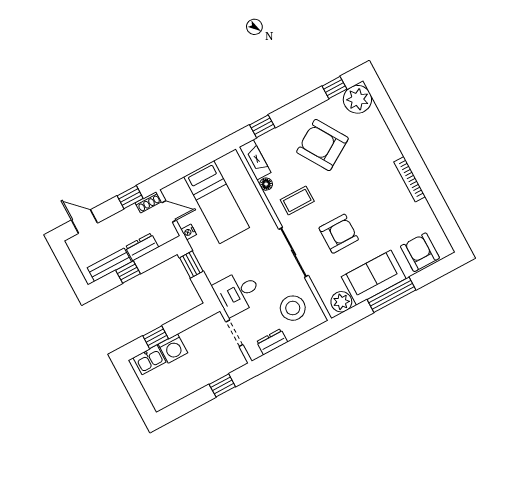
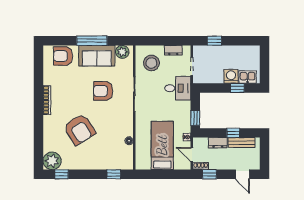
armchair: (322, 145) -> (80, 129), moved
fireplace: (255, 160) -> (128, 158), removed
coffee table: (297, 200) -> (117, 122), removed
armchair: (420, 252) -> (63, 56), turned 90

